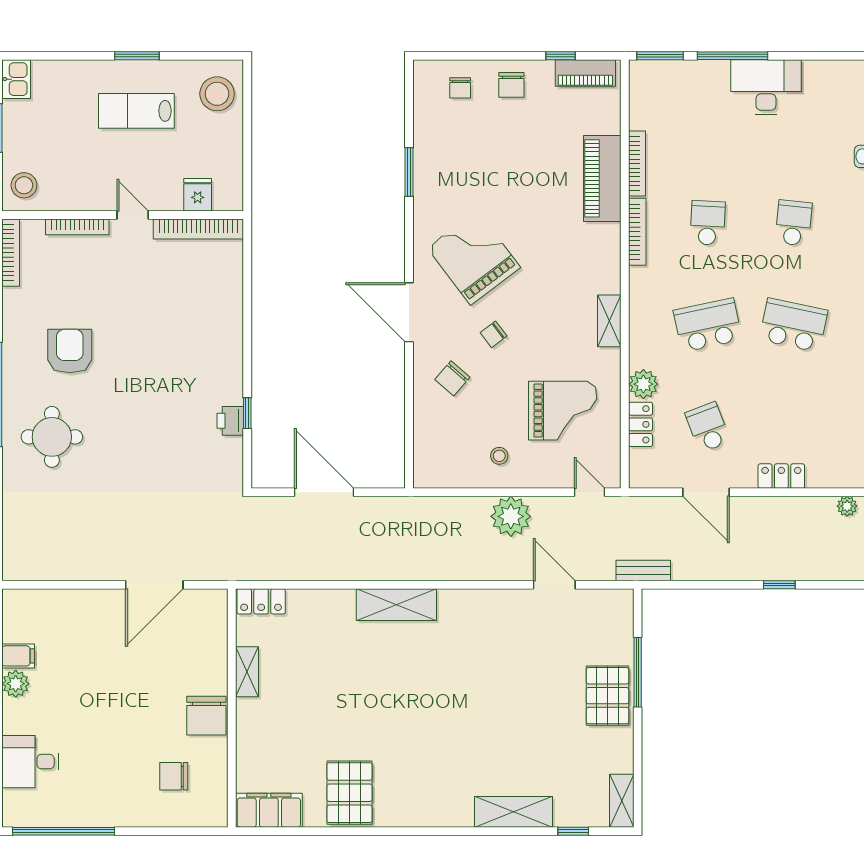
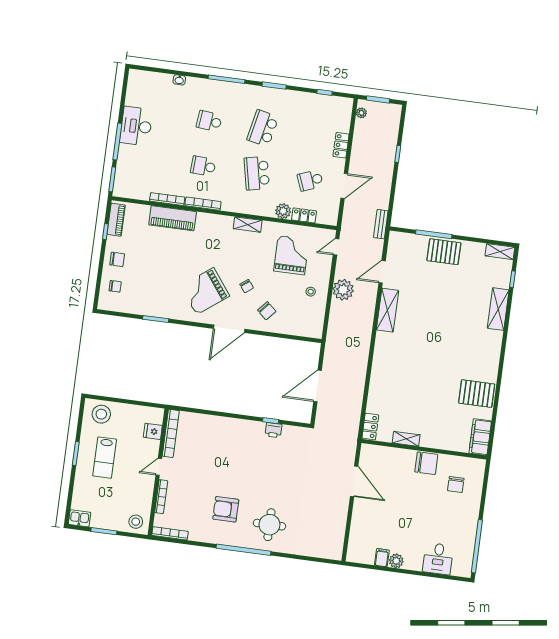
shelving: (396, 605) -> (387, 310), moved

